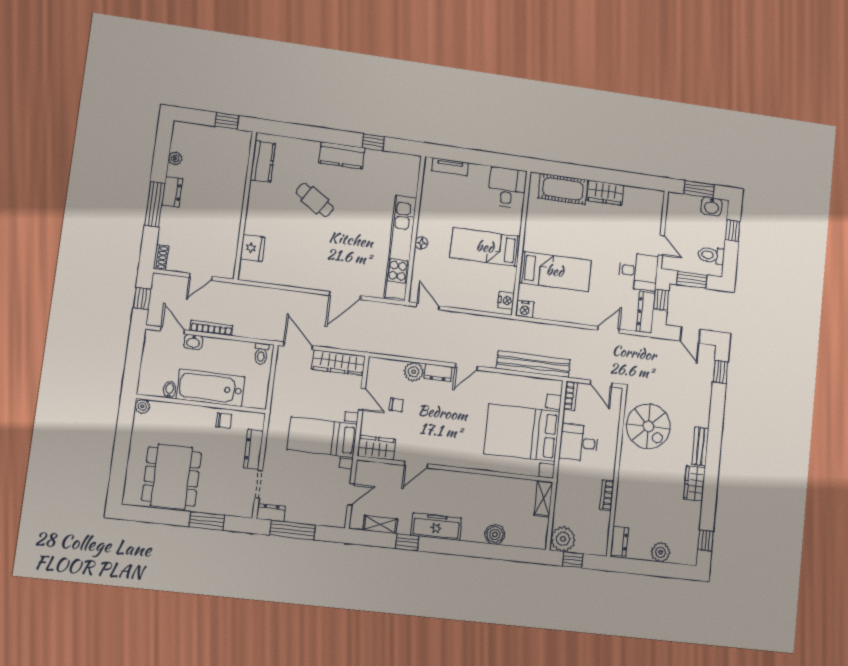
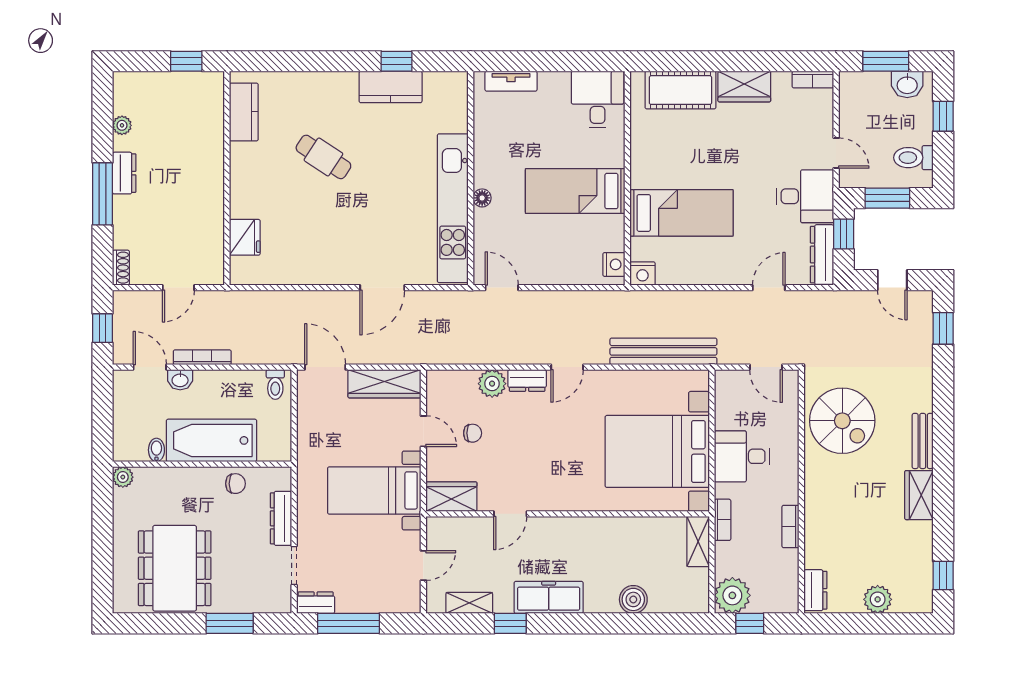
kitchen counter: (342, 155) -> (391, 87), moved
bookcase: (651, 194) -> (813, 80), added
bookcase: (571, 396) -> (723, 520), moved

